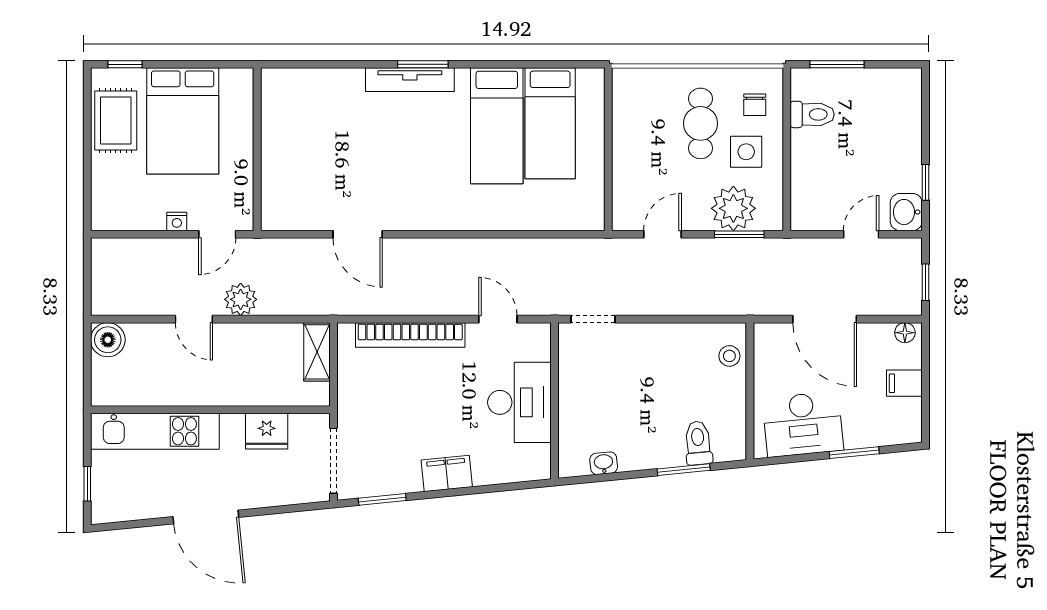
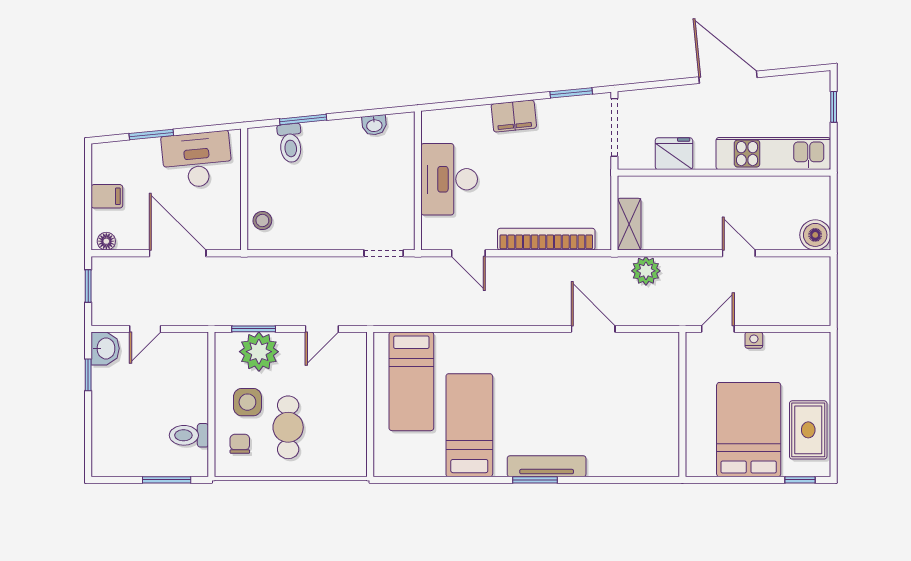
bed: (550, 123) -> (411, 381), moved, turned 180
plant: (241, 299) -> (646, 271), moved

